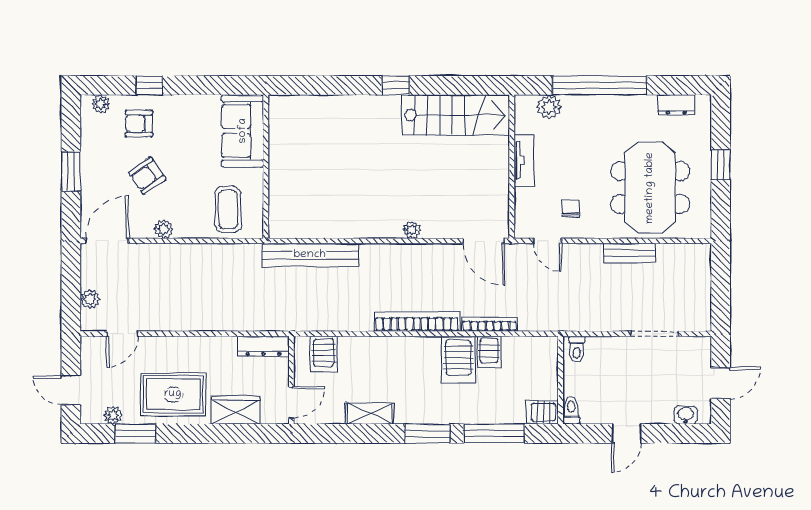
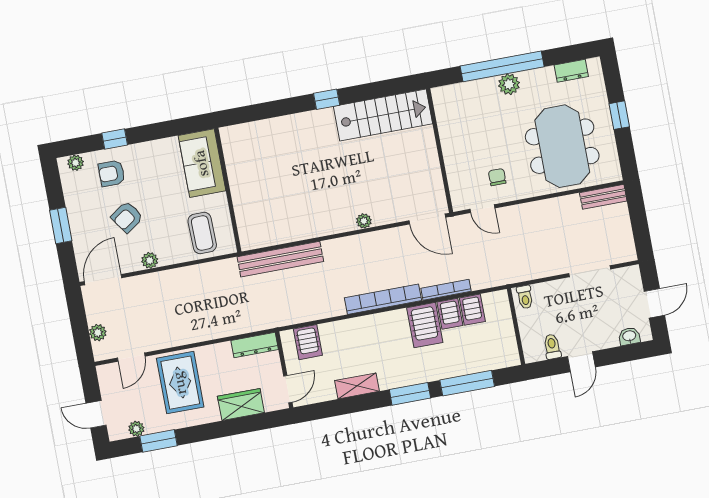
plant: (549, 107) -> (509, 84), moved
tv unit: (524, 160) -> (449, 143), removed
bench: (629, 253) -> (603, 197), moved
rug: (173, 394) -> (180, 383), moved, turned 90
toilet: (571, 410) -> (552, 347), moved
server rack: (542, 412) -> (472, 310), moved, turned -90

